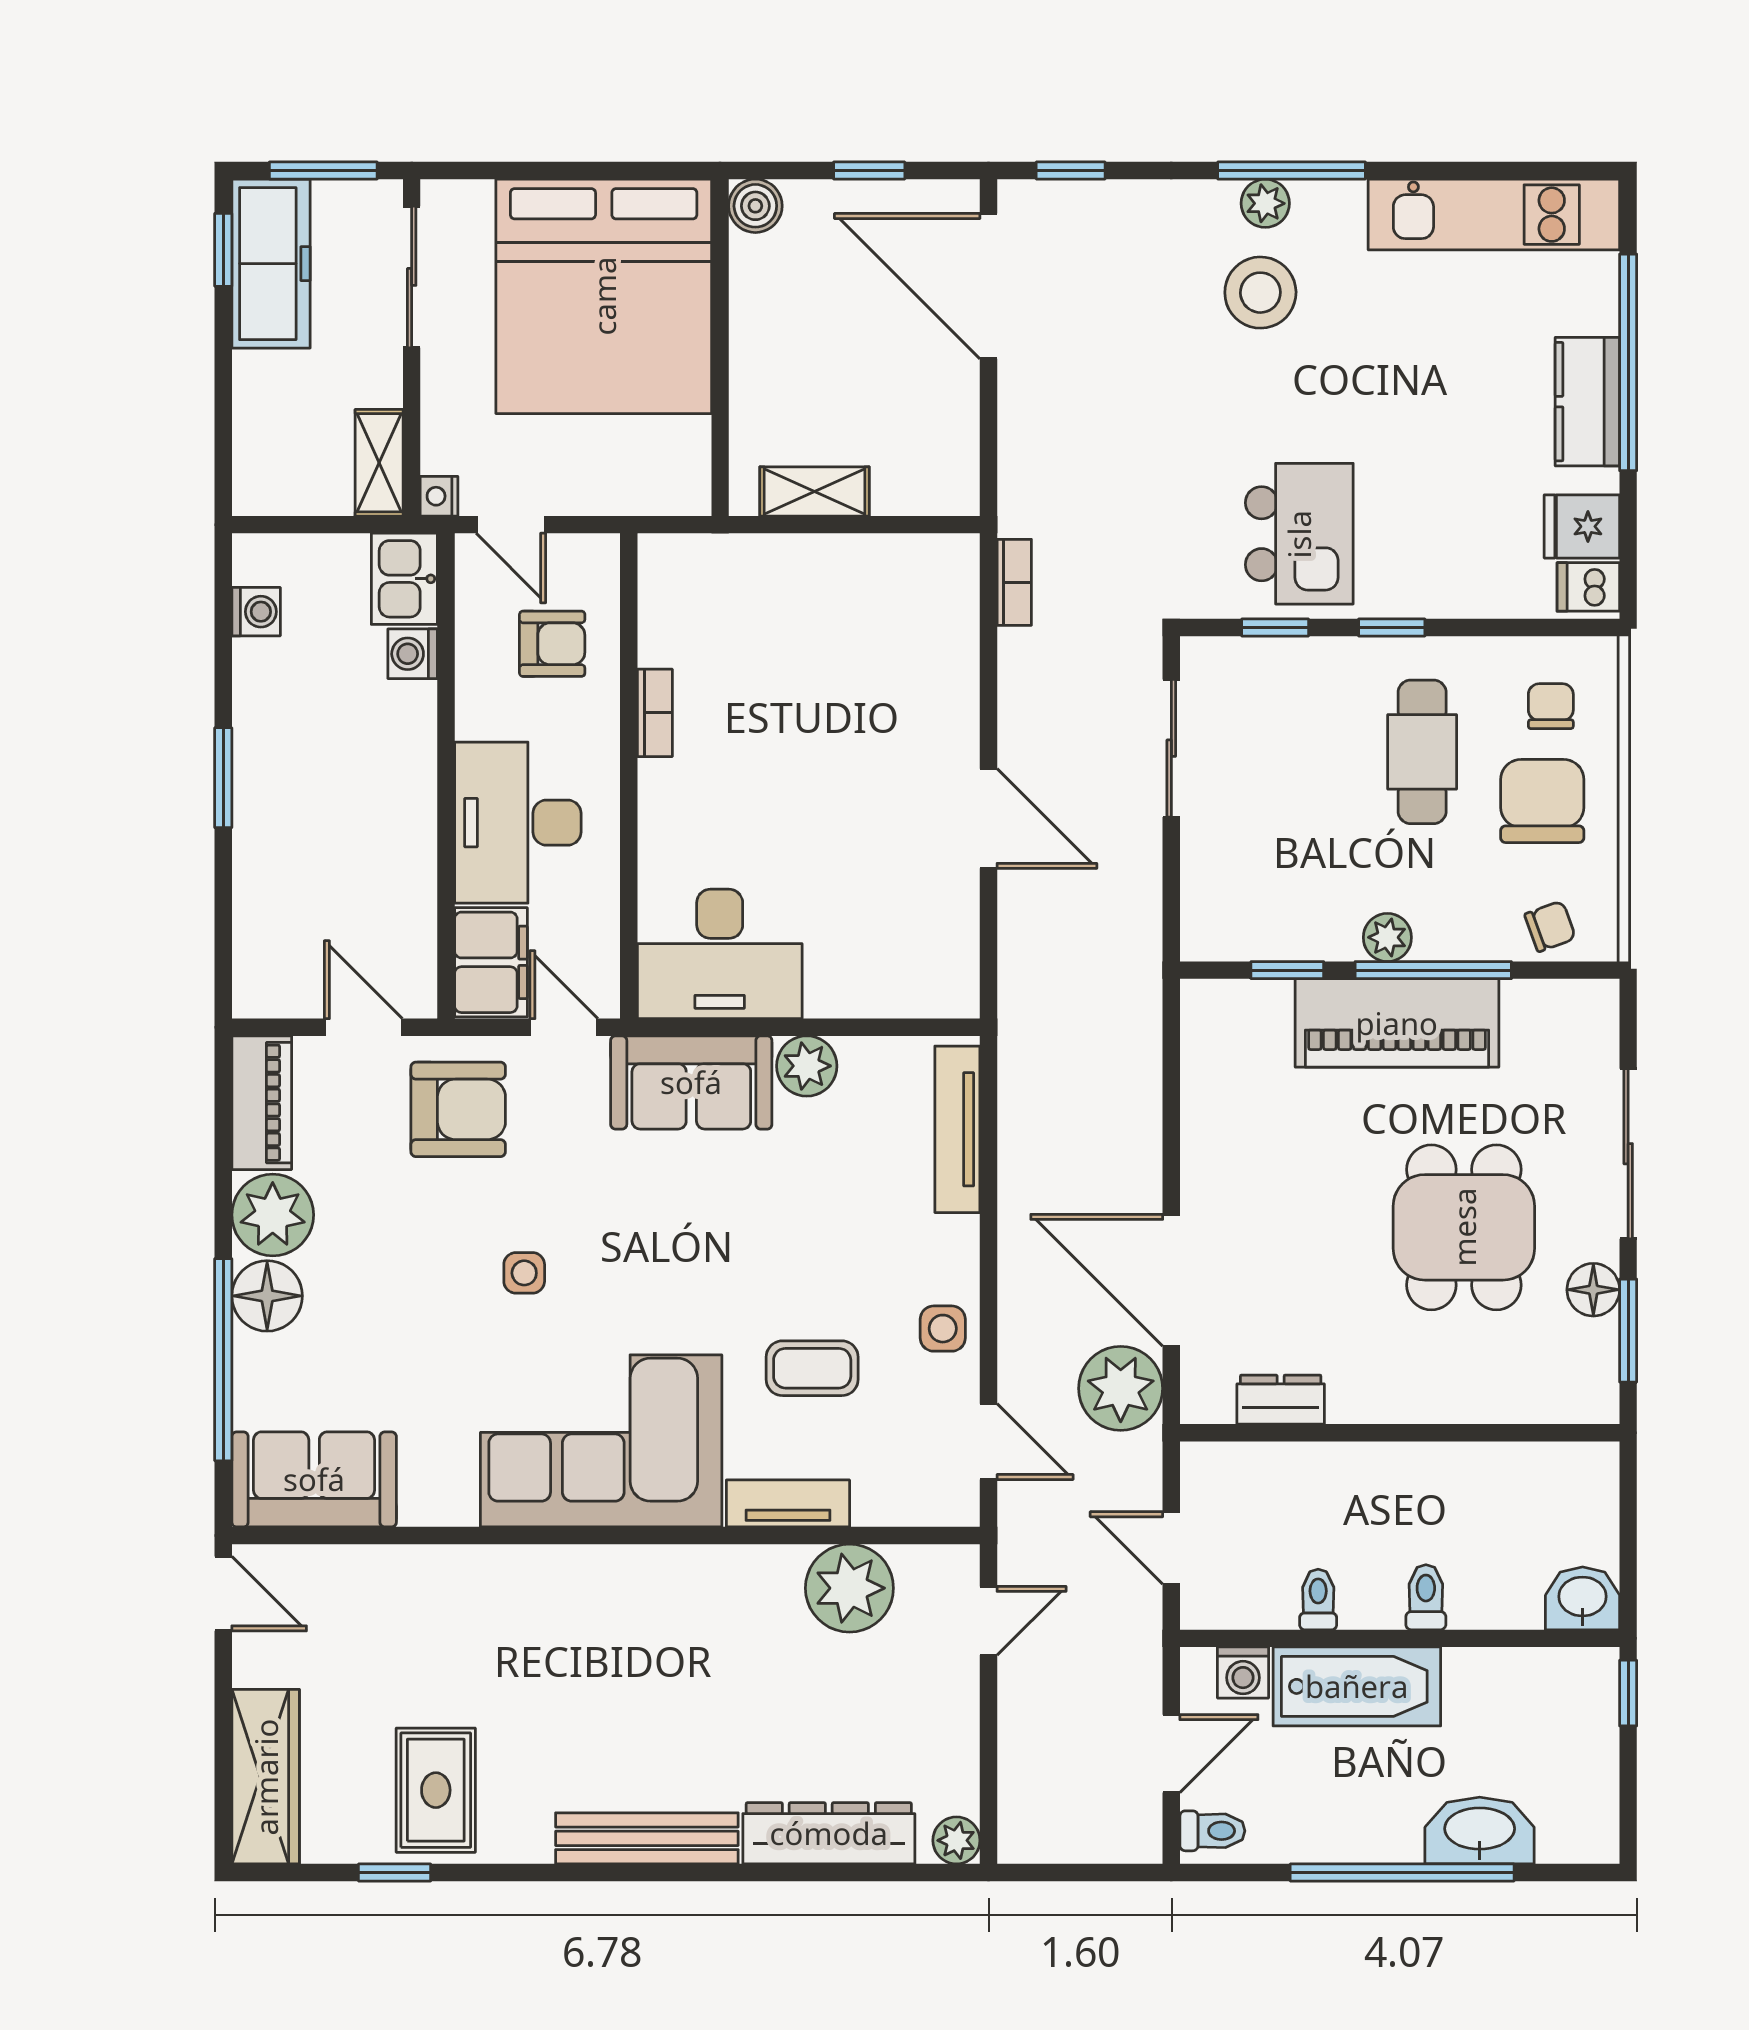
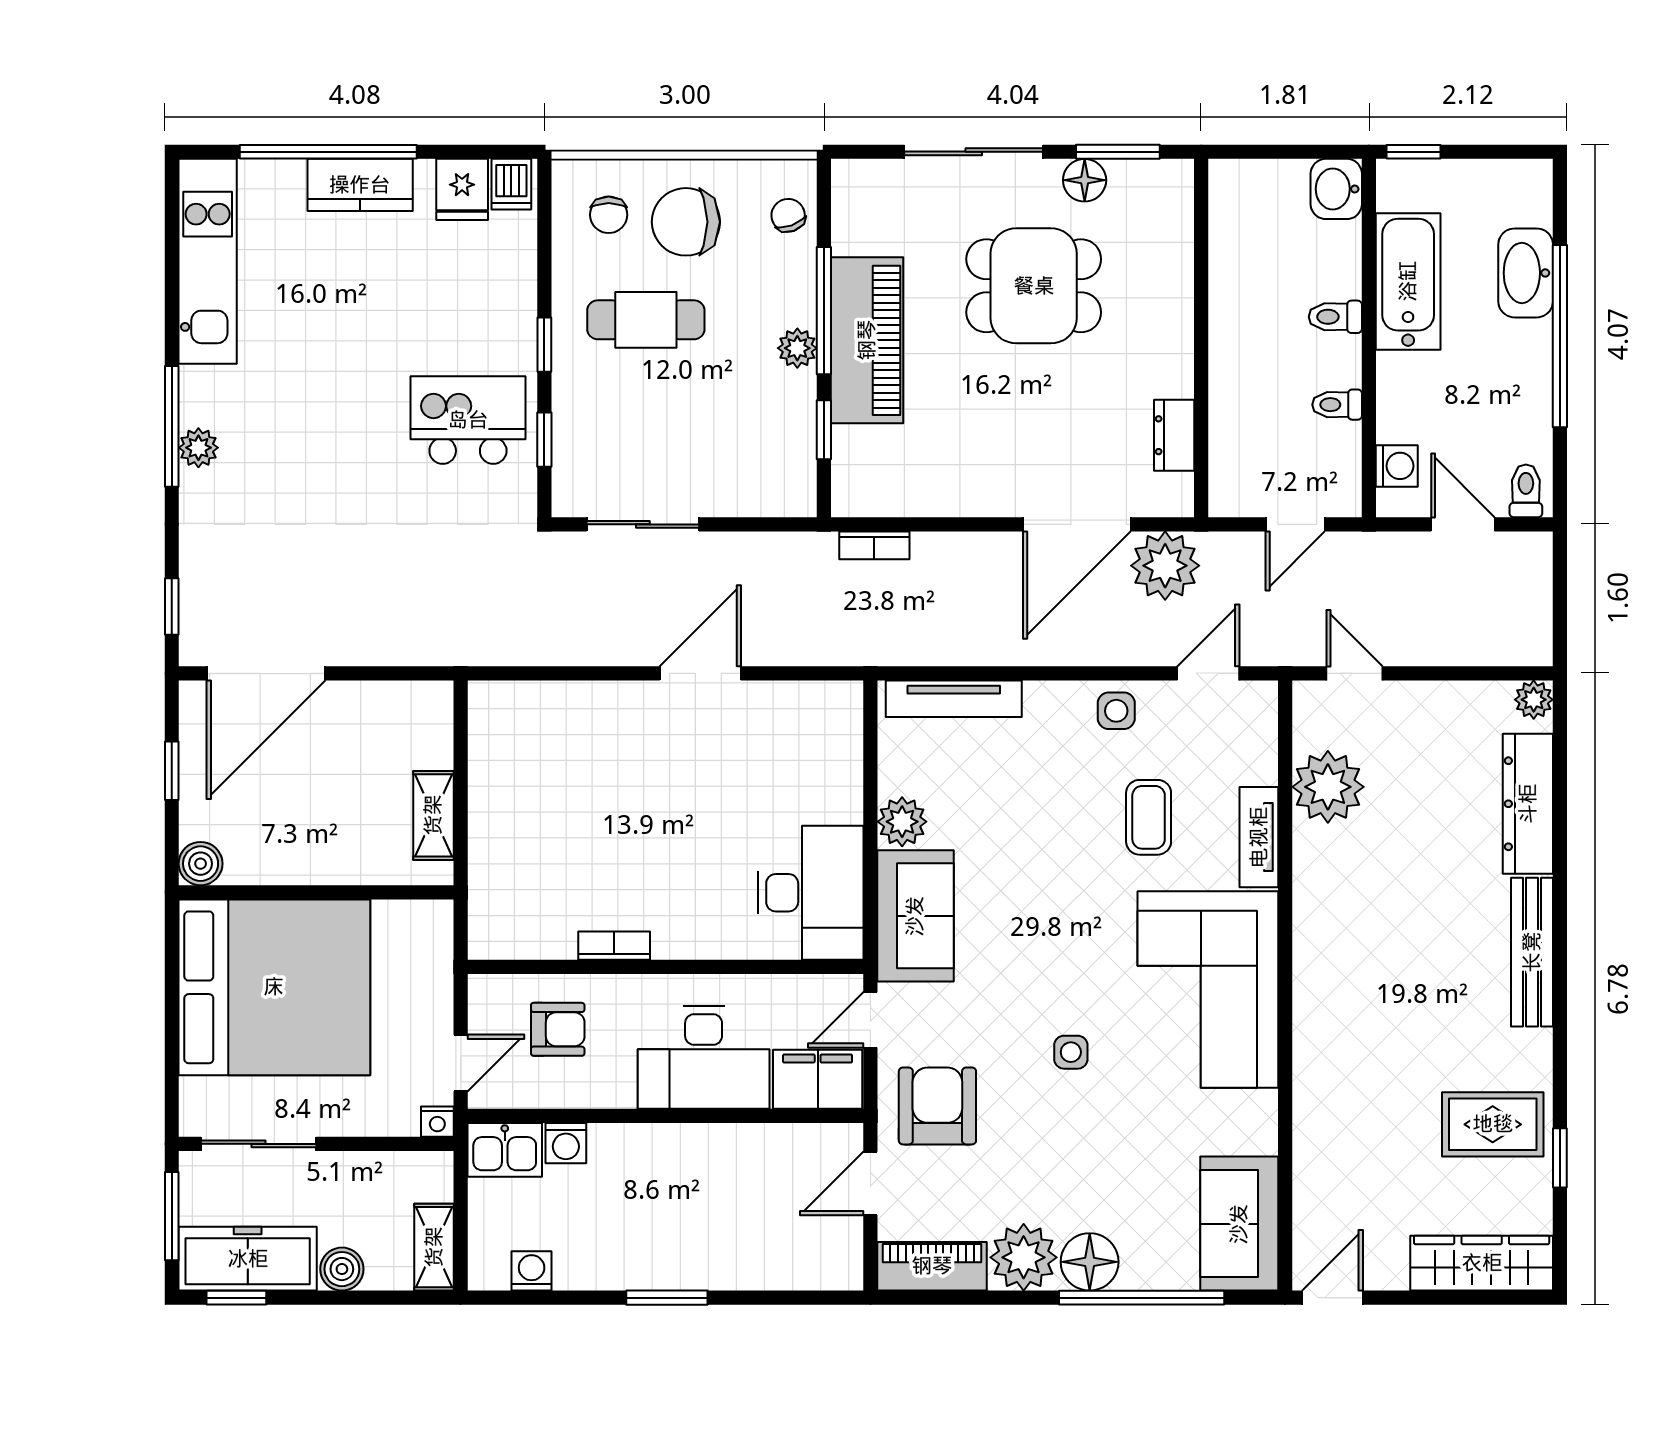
stool: (1260, 293) -> (271, 452), removed
boiler: (258, 379) -> (342, 1269), added
shelving: (379, 463) -> (434, 1247), moved, turned 90
bookcase: (1014, 582) -> (874, 545), moved, turned 180
armchair: (552, 644) -> (558, 1029), turned 90
chair: (1551, 706) -> (609, 215), turned -90
bathtub: (1357, 1686) -> (1408, 281), moved

